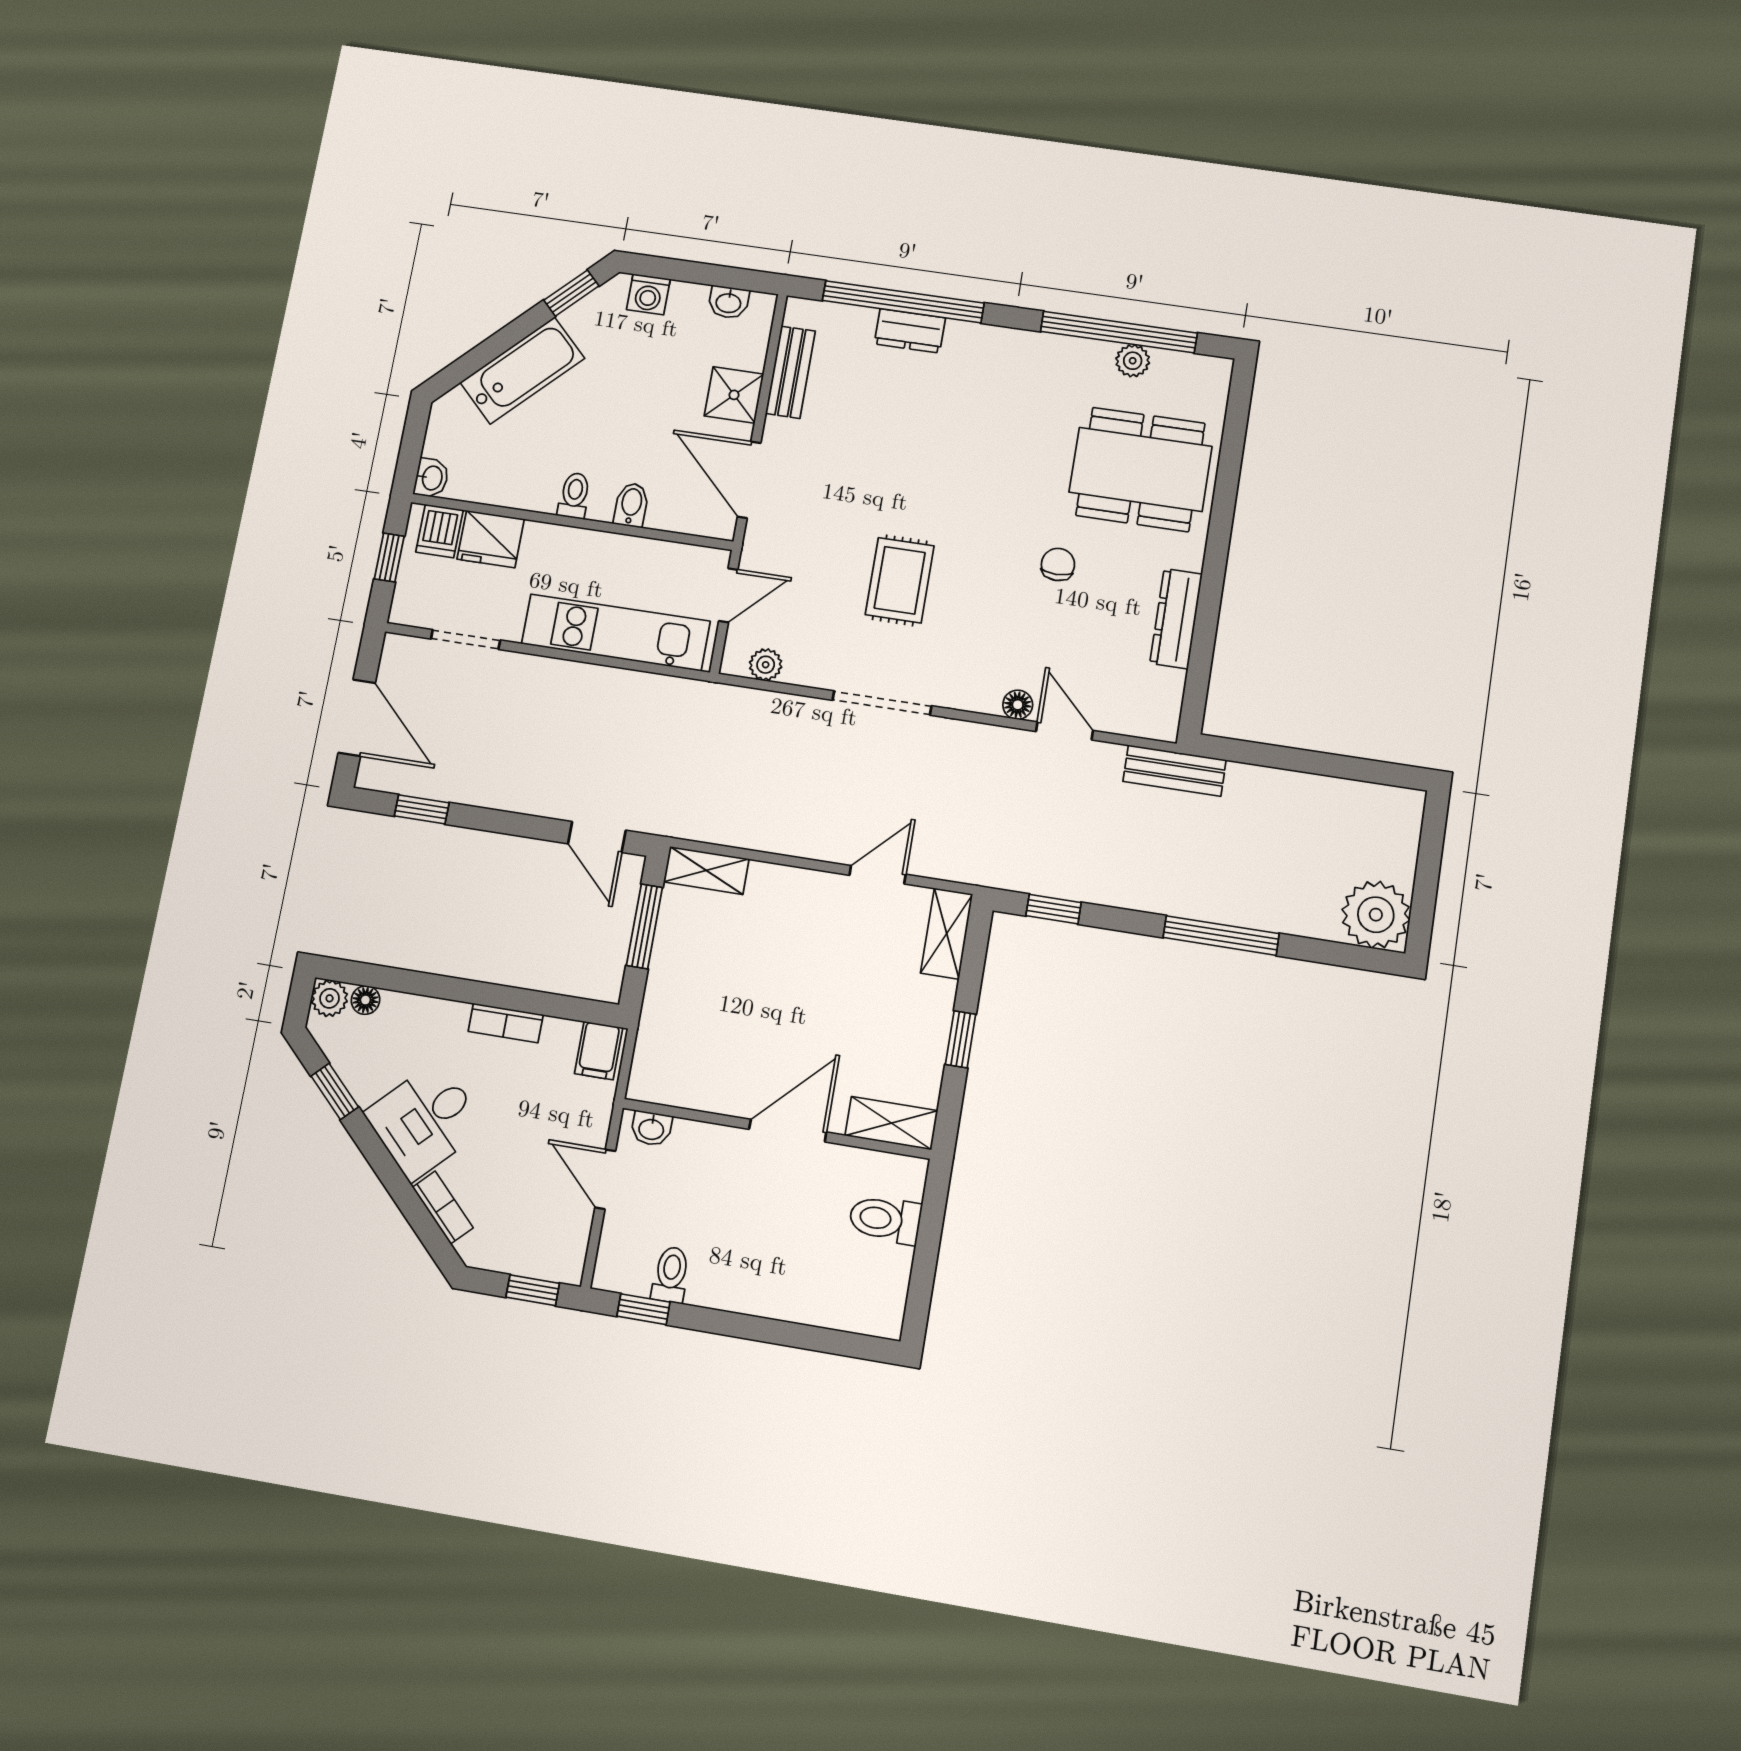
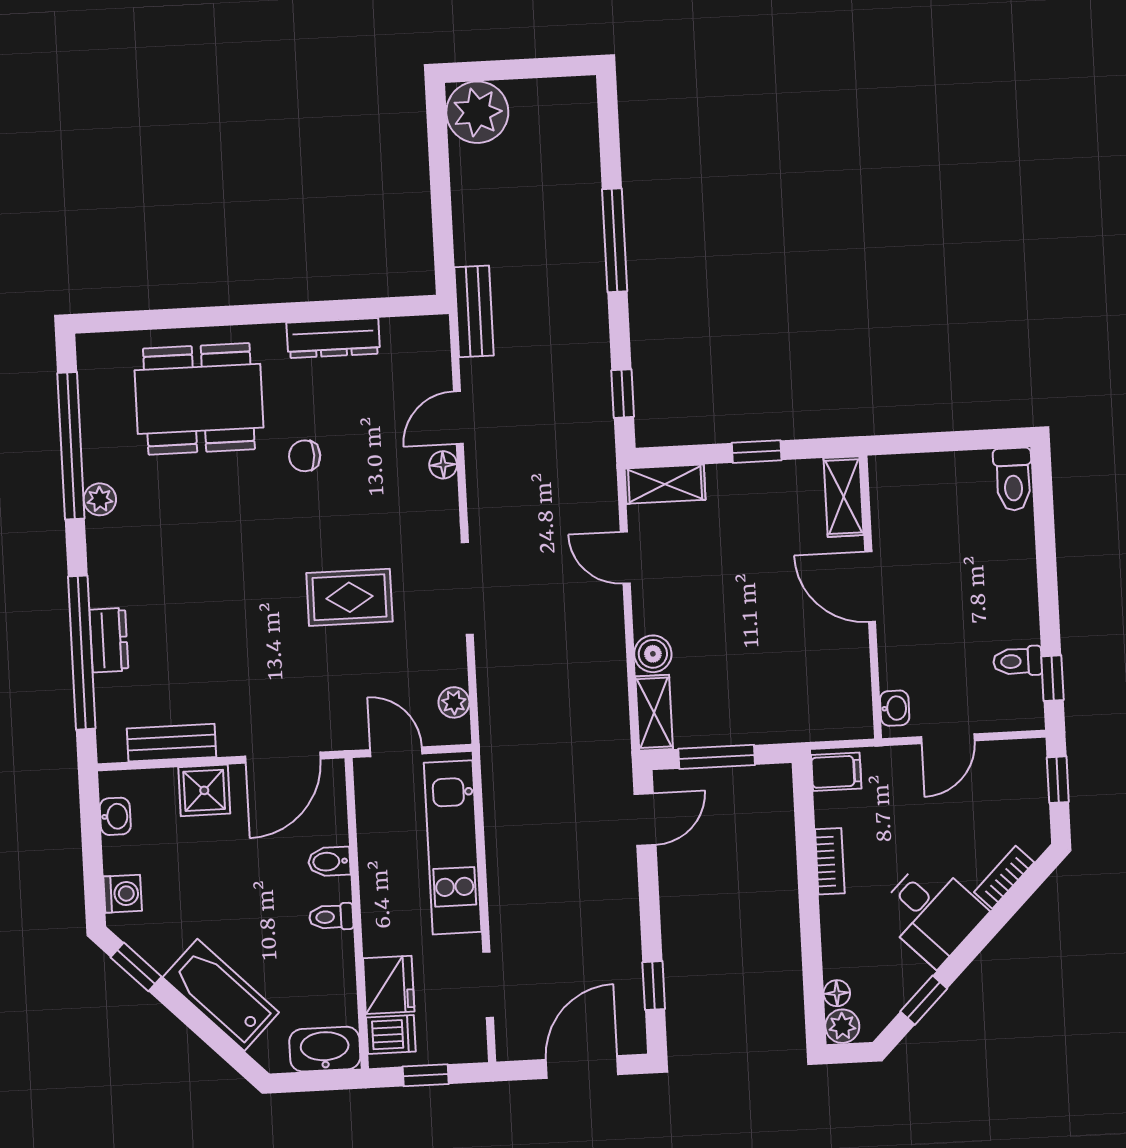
plant: (1133, 361) -> (100, 499), moved
dining table: (1140, 469) -> (199, 399), turned 90
washbasin: (431, 478) -> (325, 1049), width x1.91, depth x1.45
boiler: (769, 882) -> (653, 654), added
plant: (1376, 915) -> (477, 112), moved
toilet: (885, 1219) -> (1013, 479), moved

